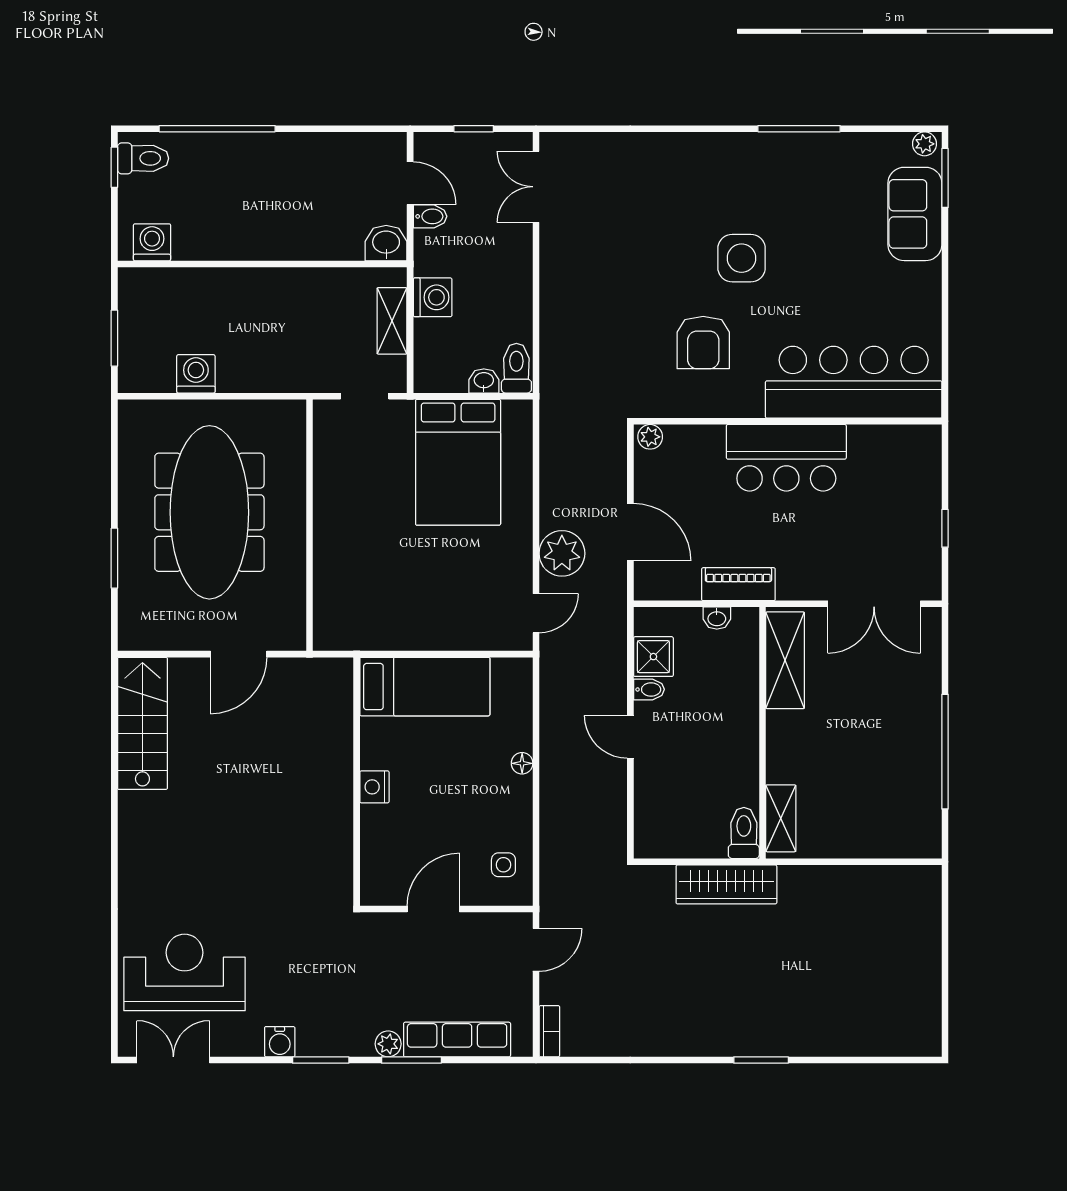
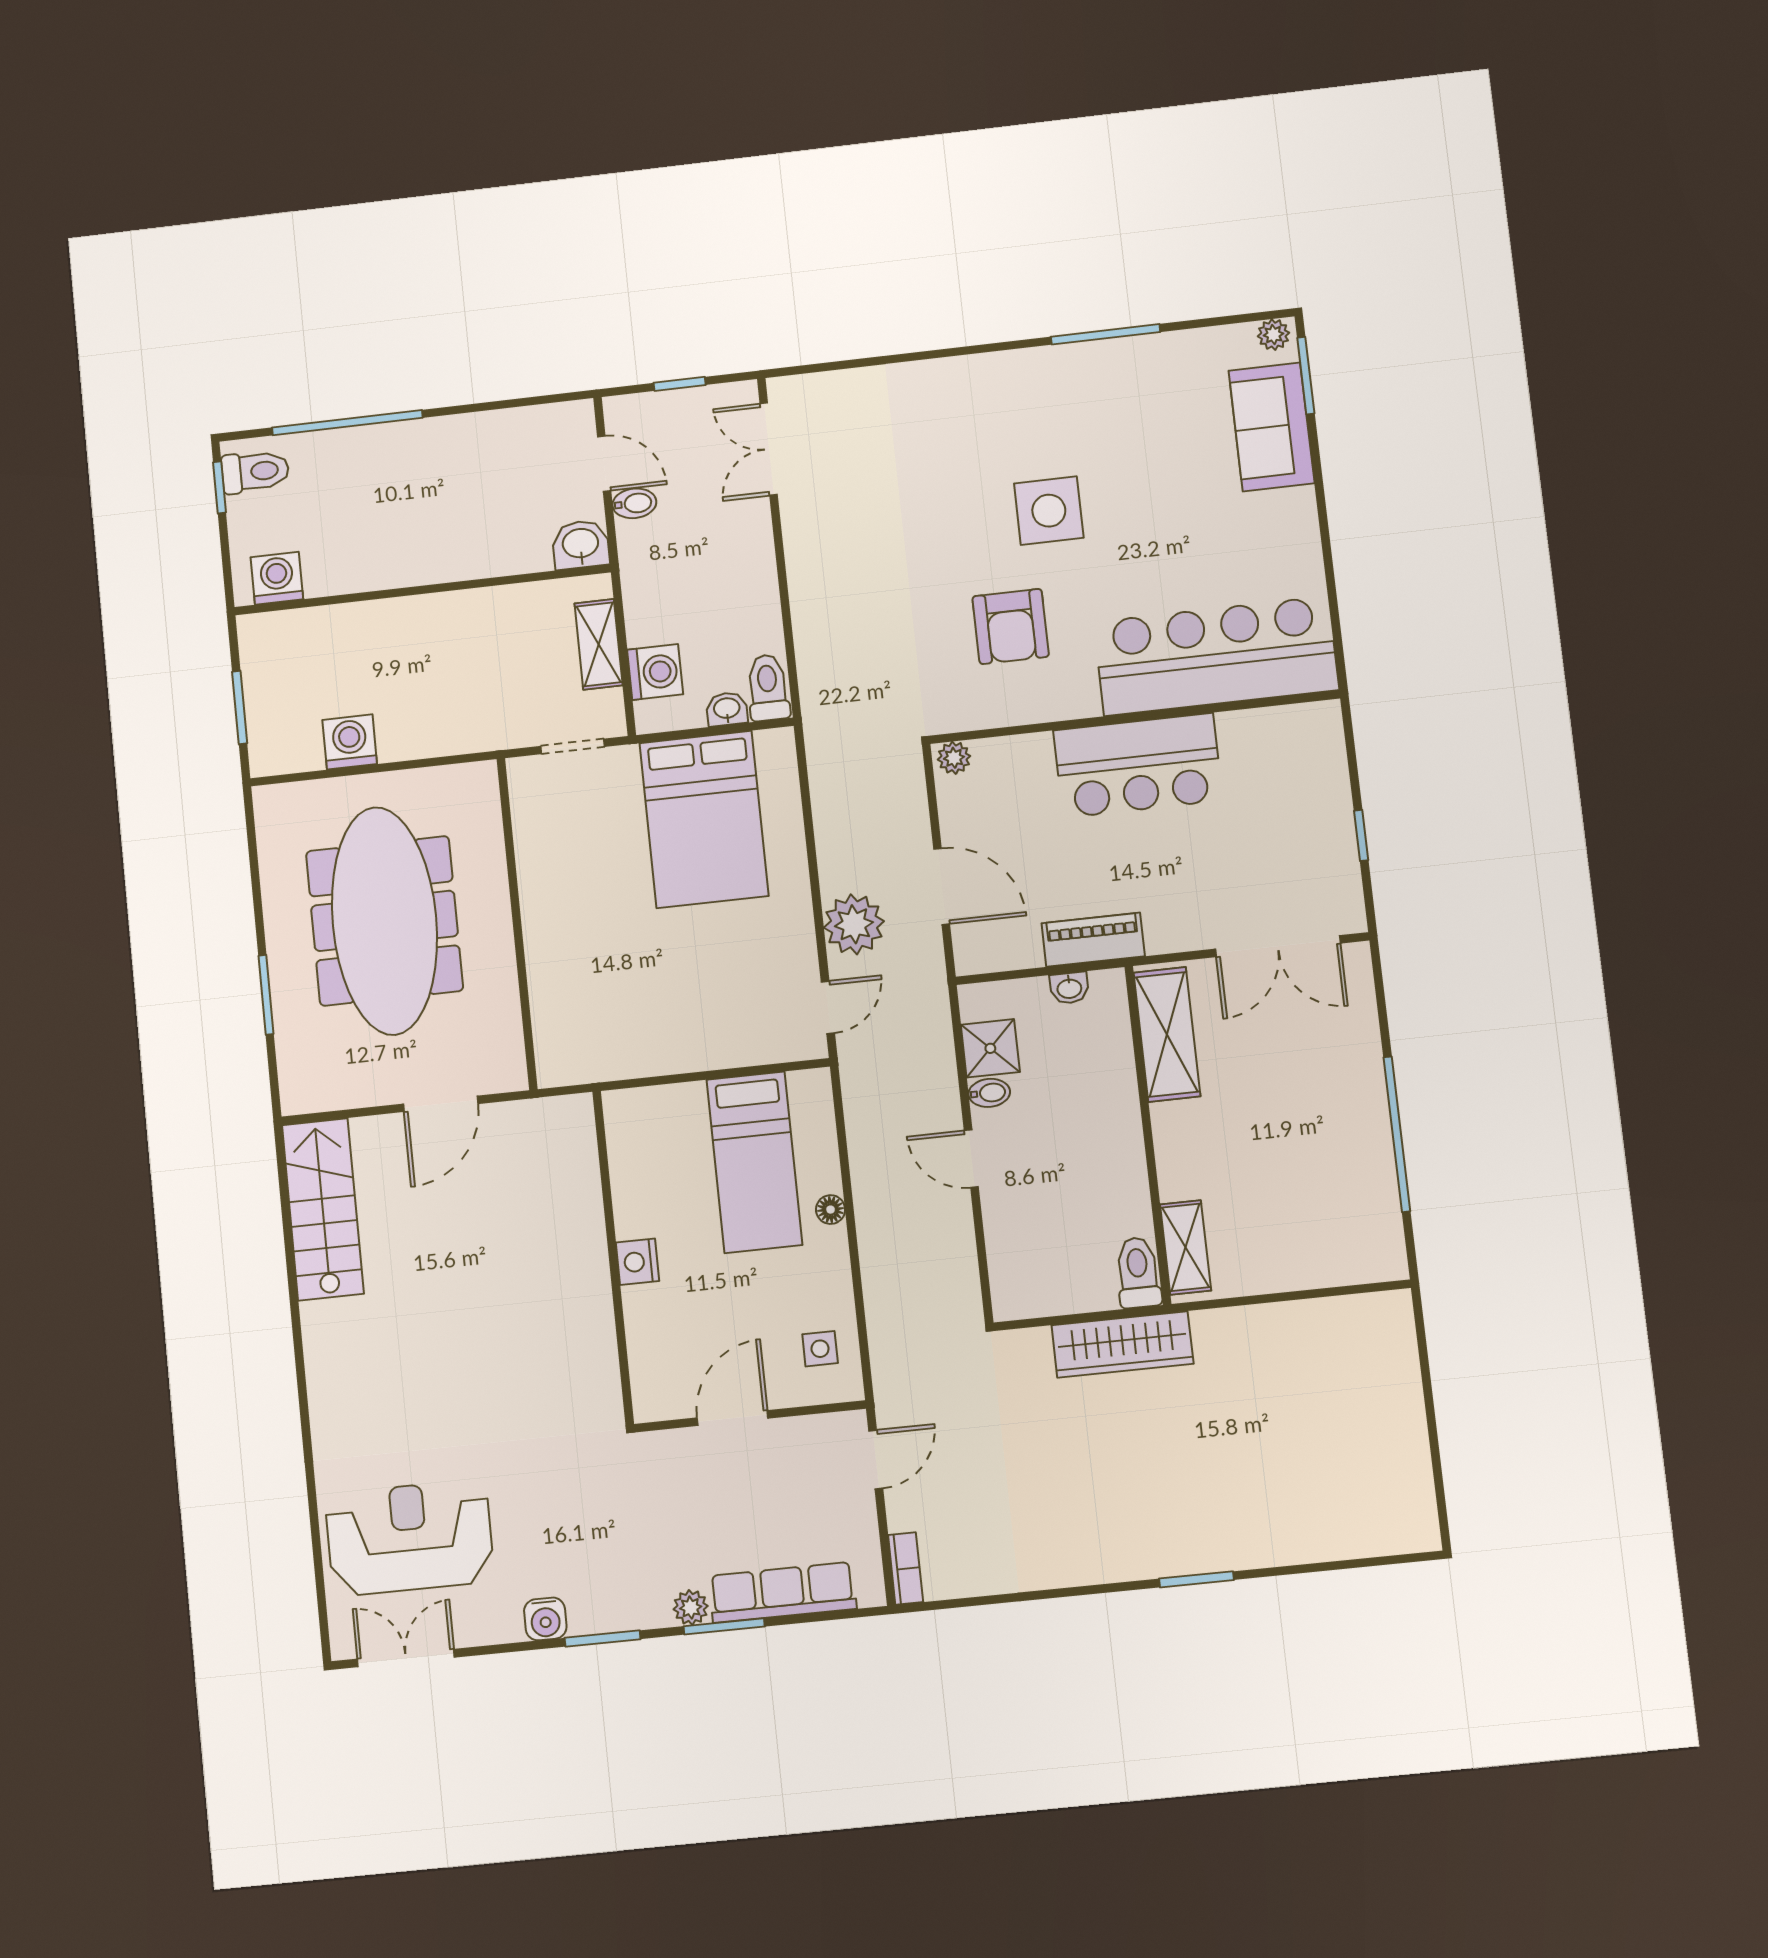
washing machine: (433, 297) -> (655, 672), moved
bed: (425, 687) -> (754, 1162), moved, turned 90

